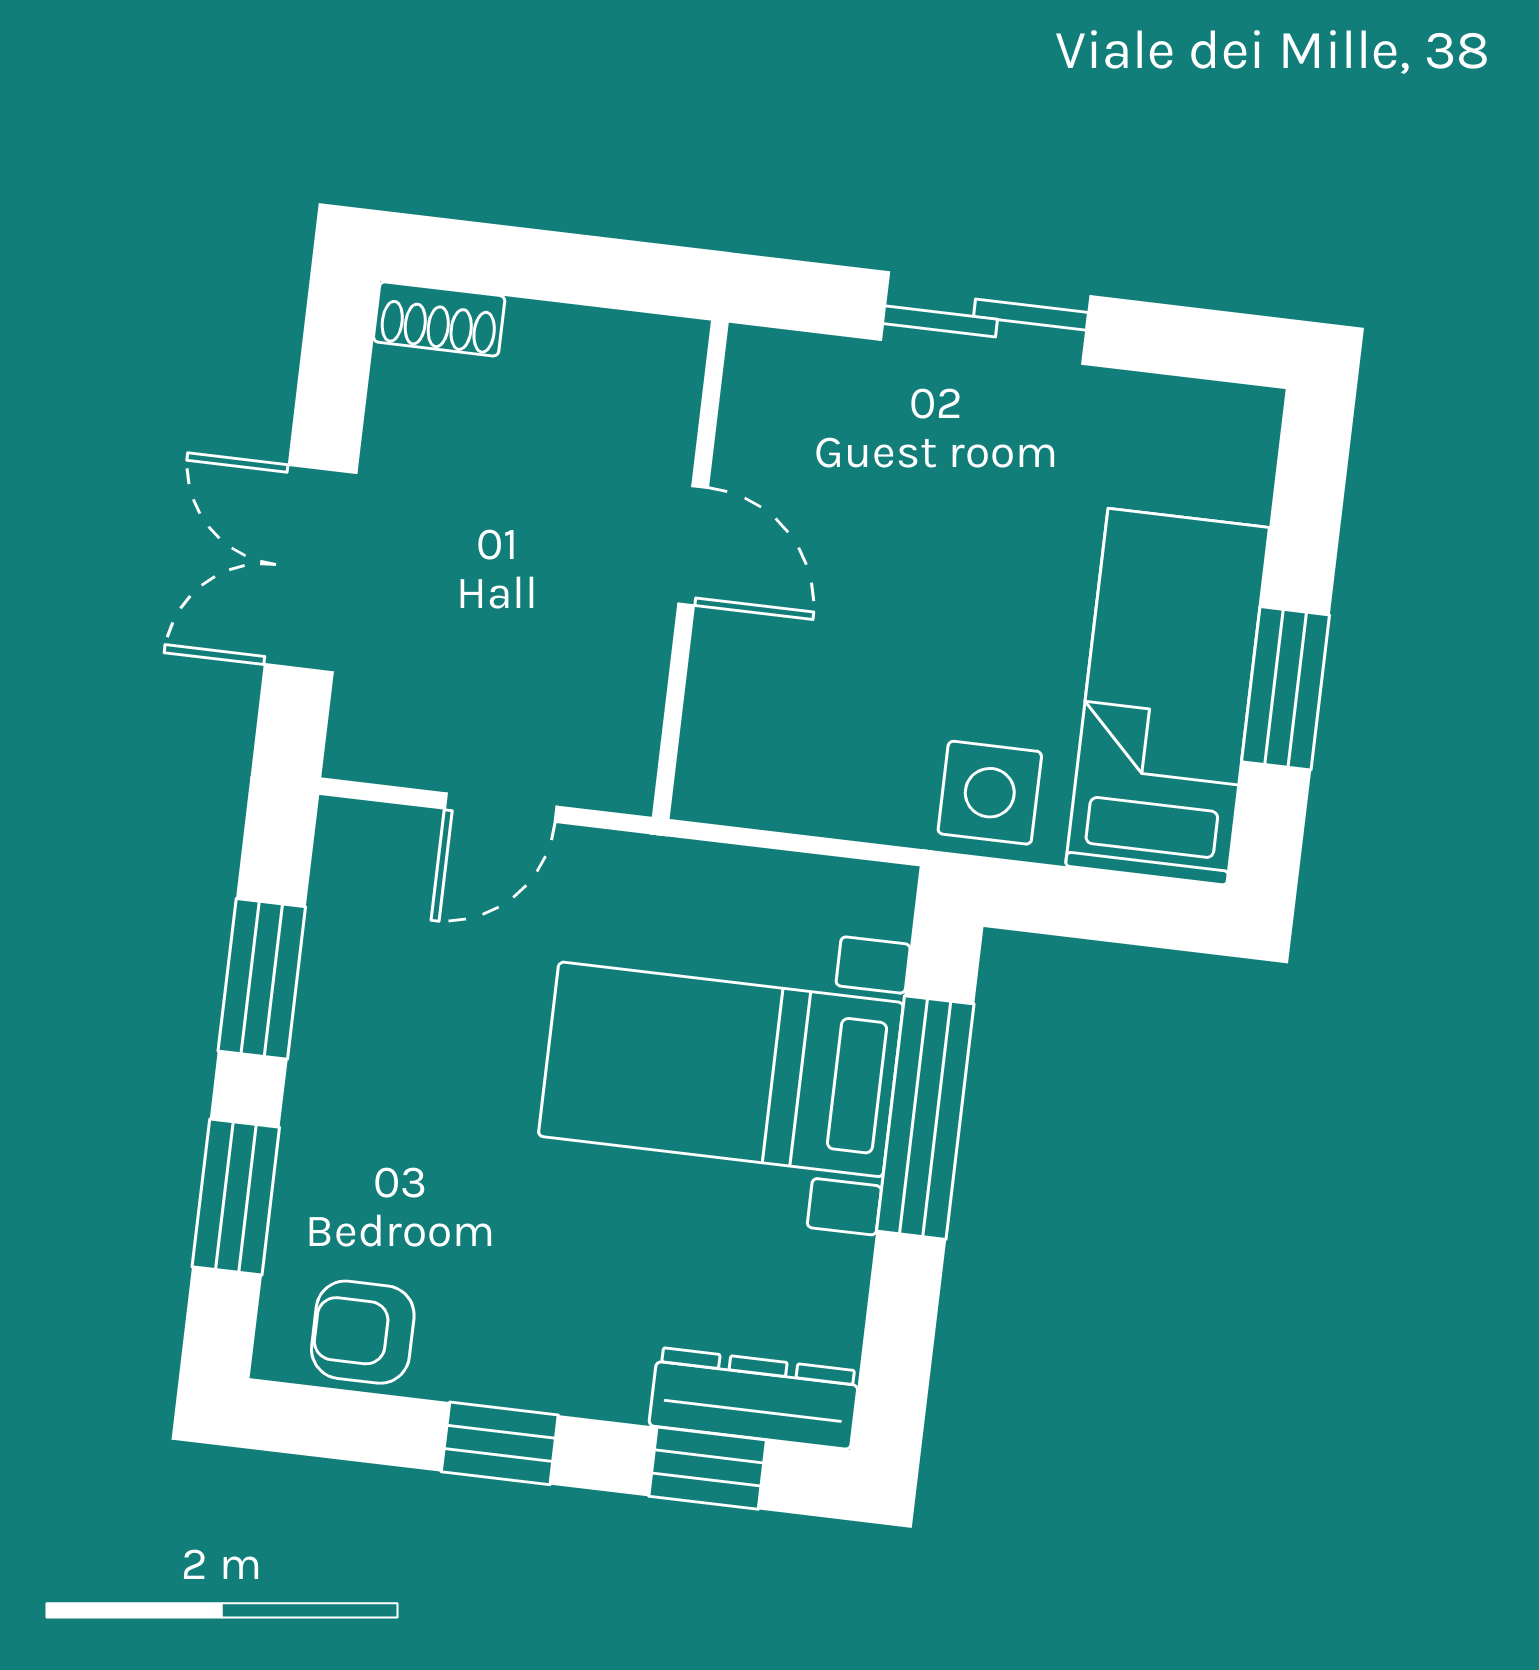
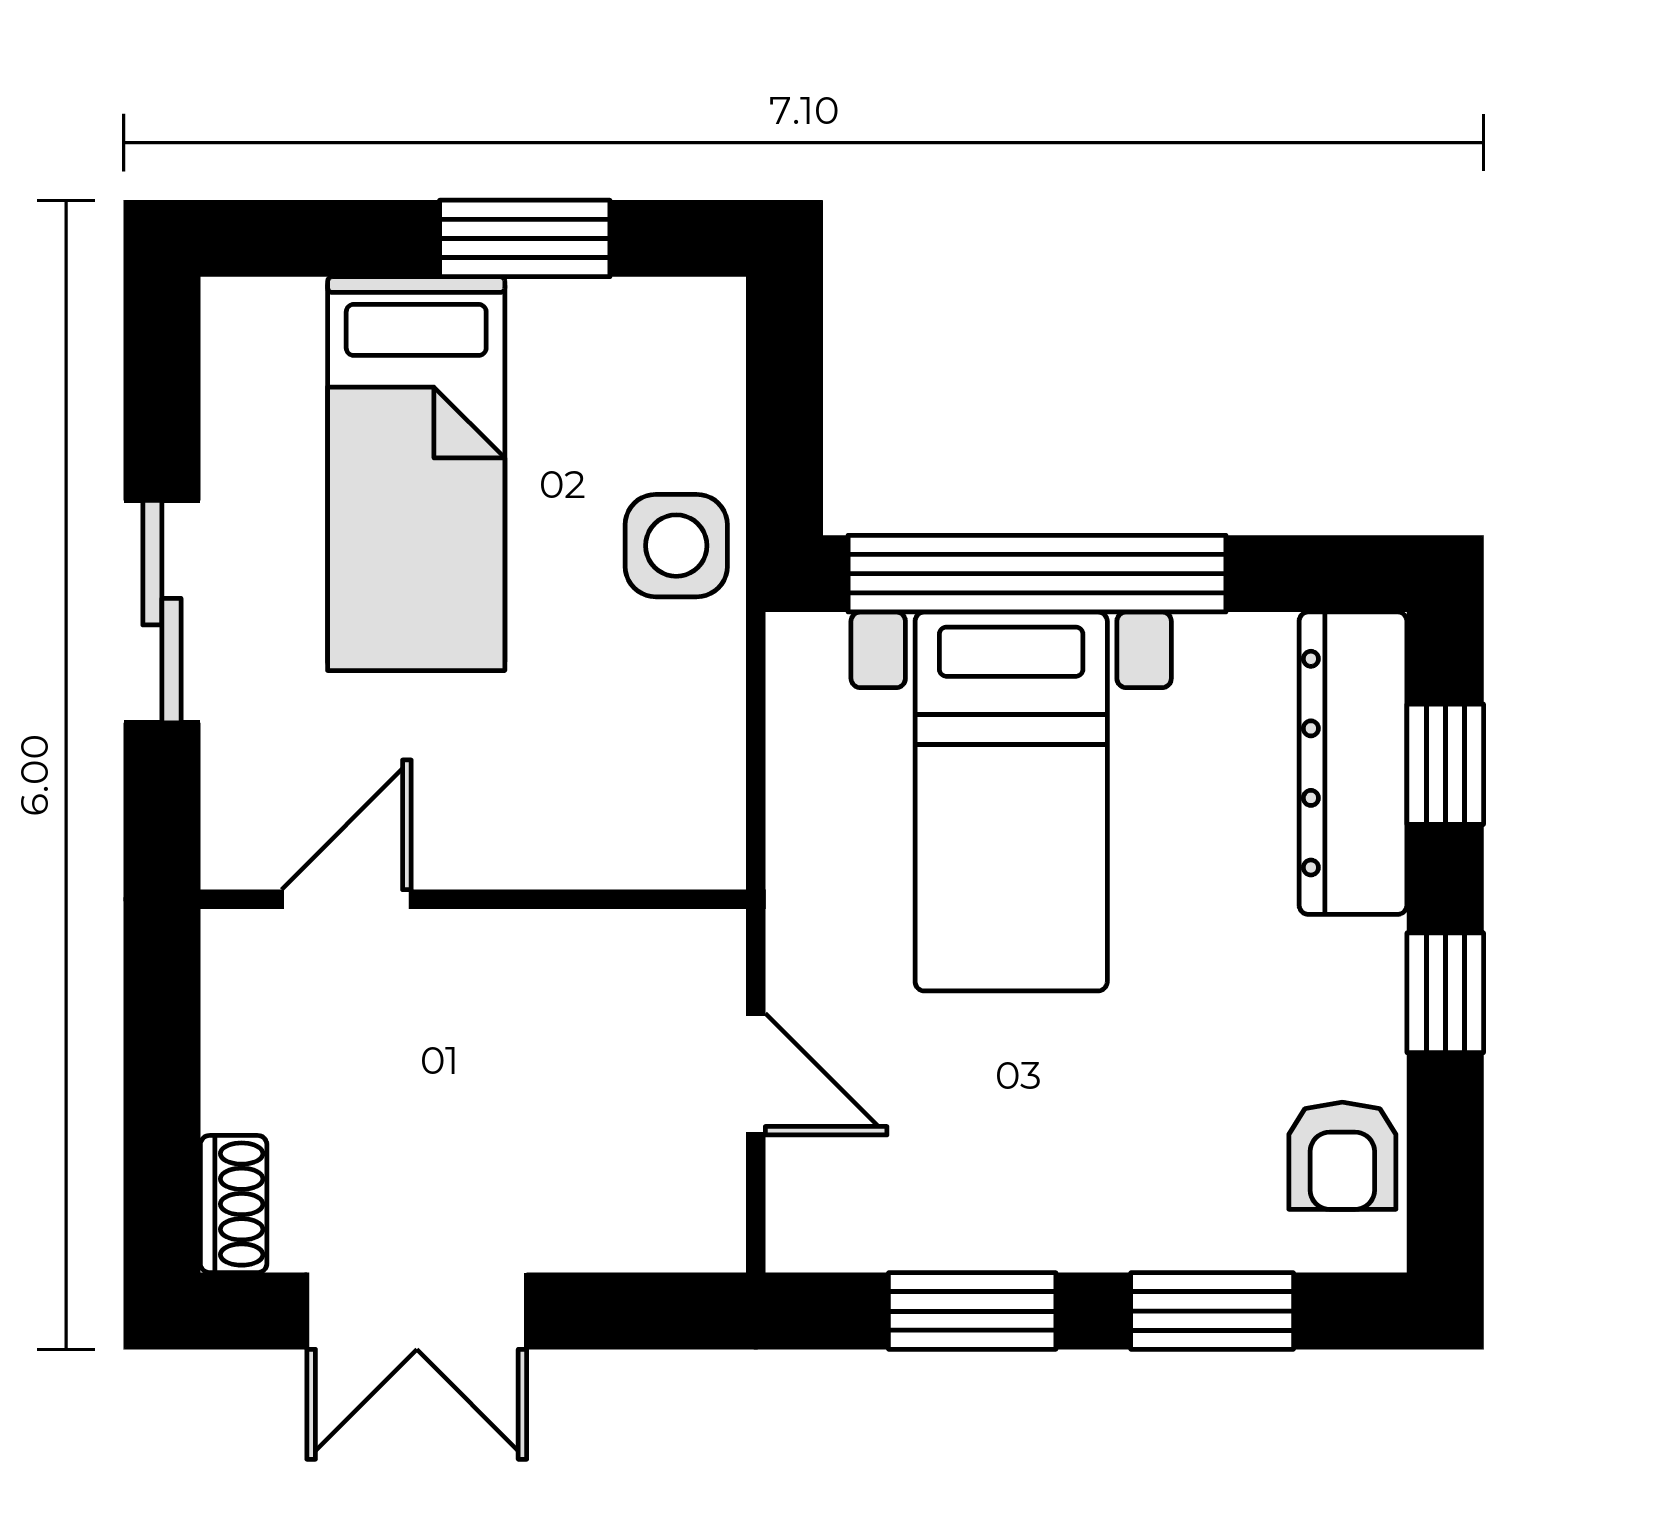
door: (693, 546) -> (346, 899), moved
double door: (311, 569) -> (417, 1311), moved
bed: (1167, 697) -> (416, 474), moved, turned -90
window: (925, 1118) -> (1037, 574), width x1.46
dresser: (754, 1398) -> (1353, 763), width x1.37, depth x1.24

